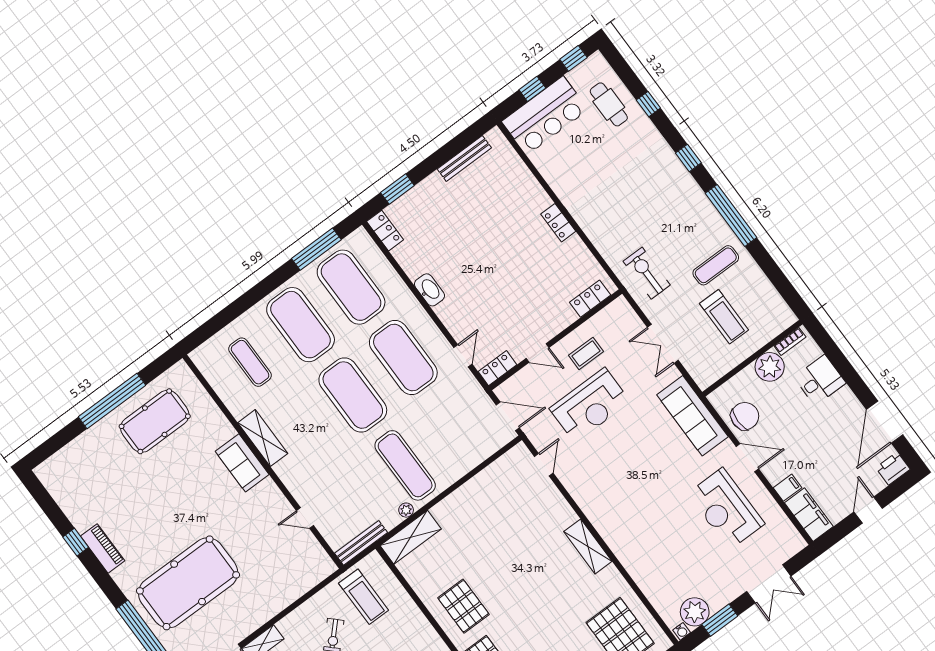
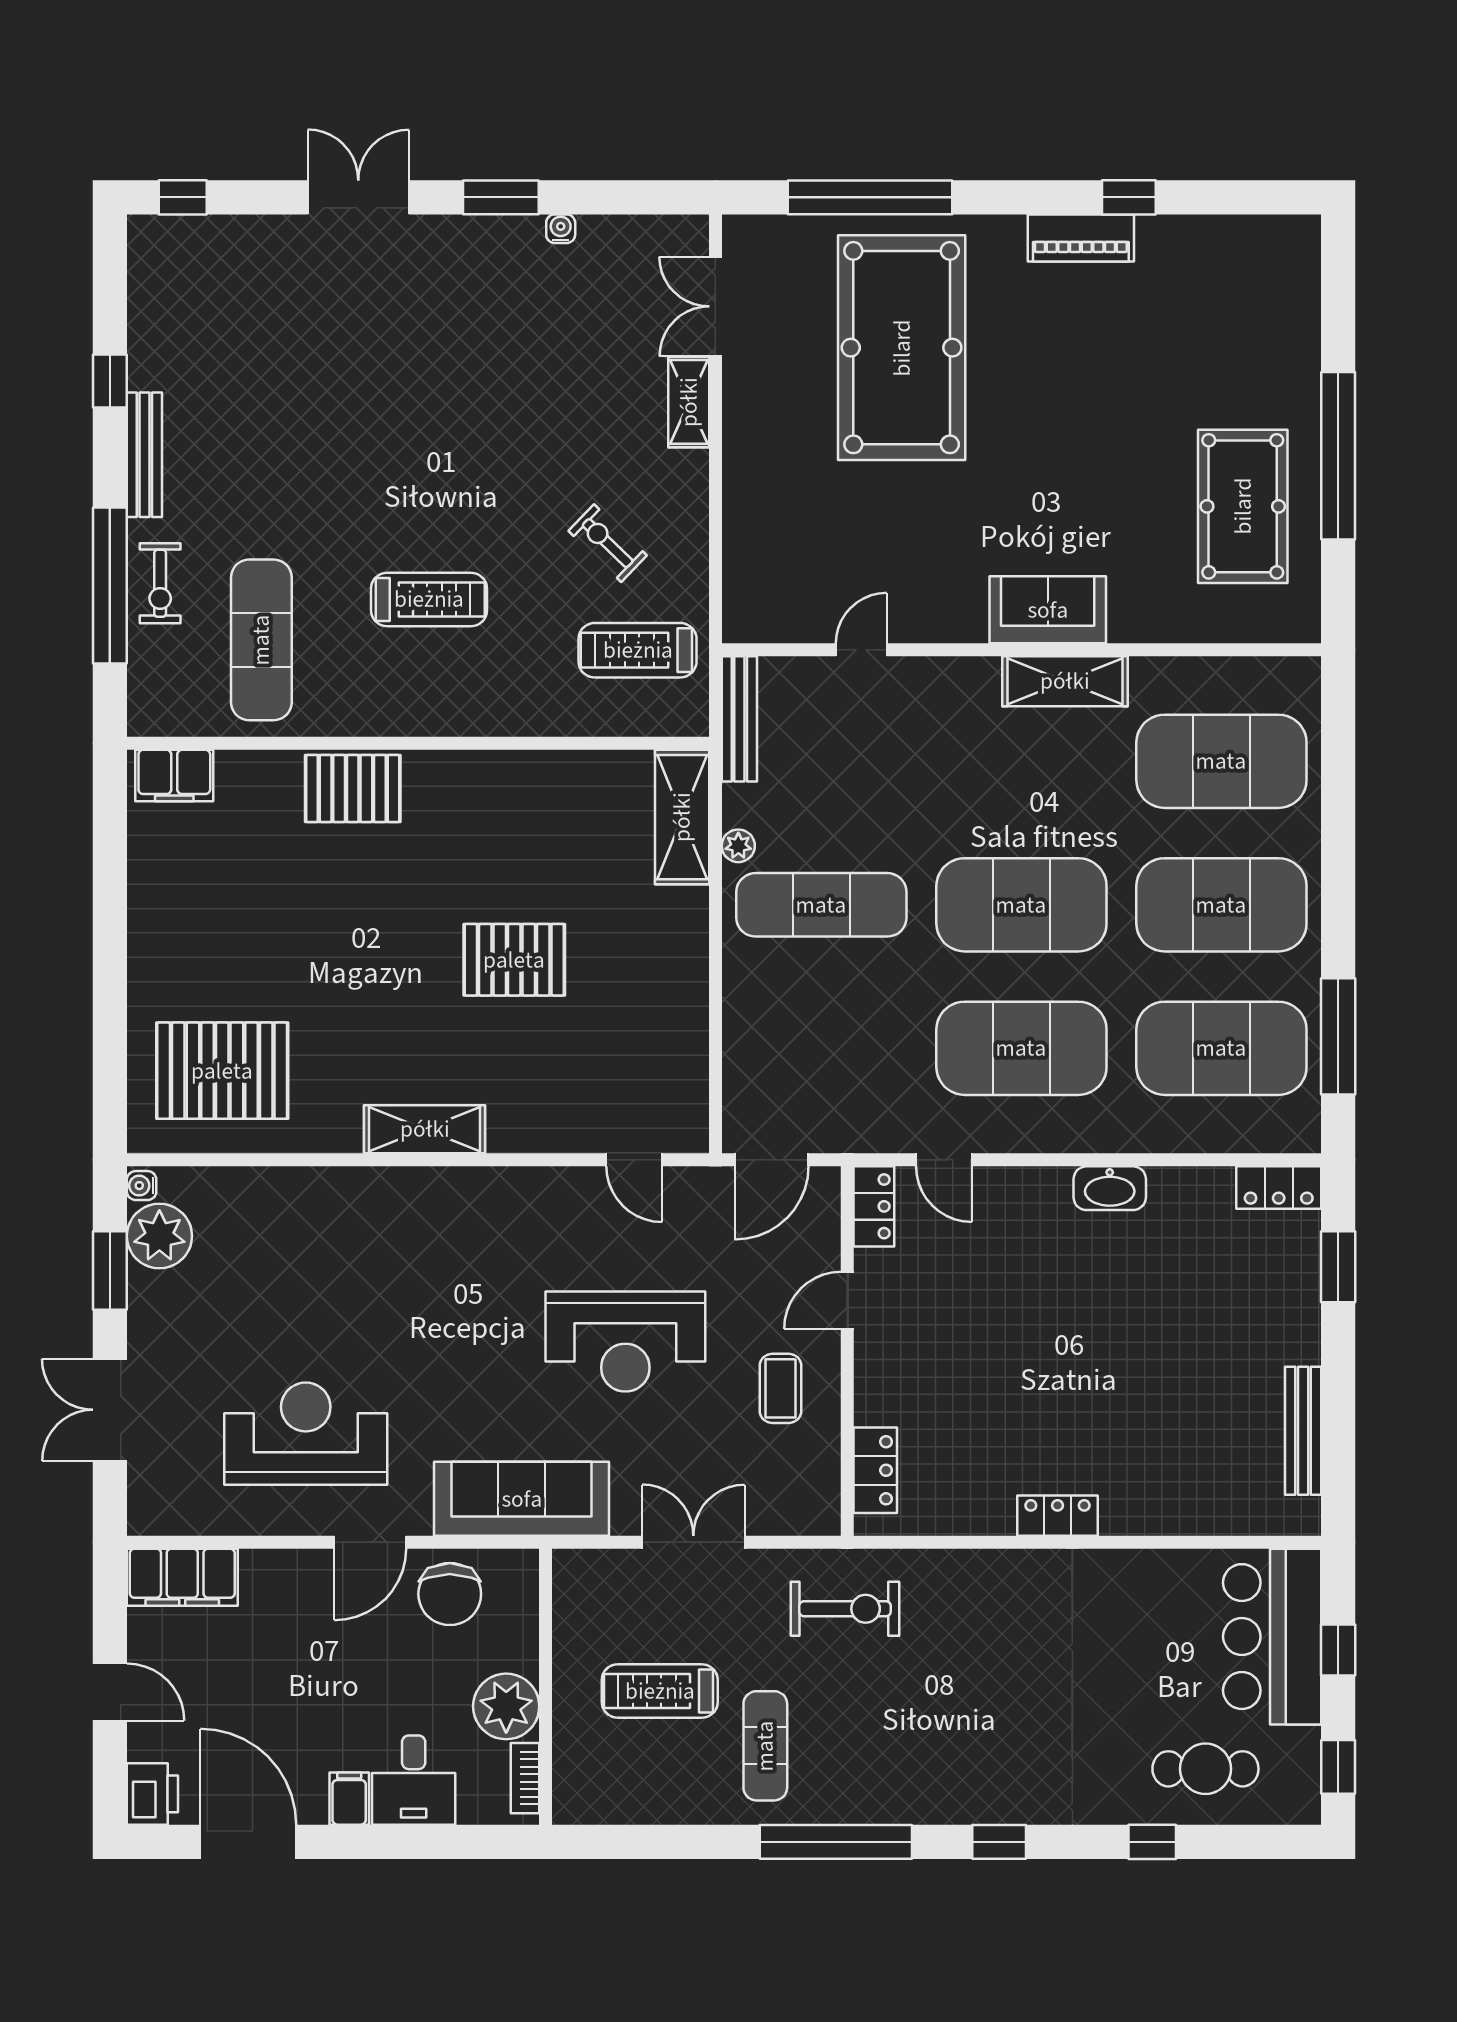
exercise mat: (250, 362) -> (1221, 761), width x2.00, depth x1.45
reception desk: (590, 405) -> (625, 1342), moved, turned -90
filing cabinet: (787, 488) -> (349, 1799), moved, turned 180
pallet: (463, 606) -> (514, 960), moved

